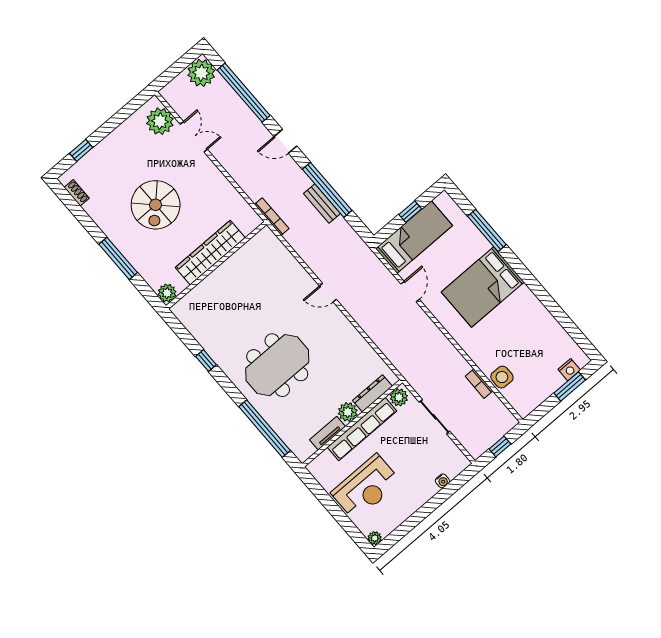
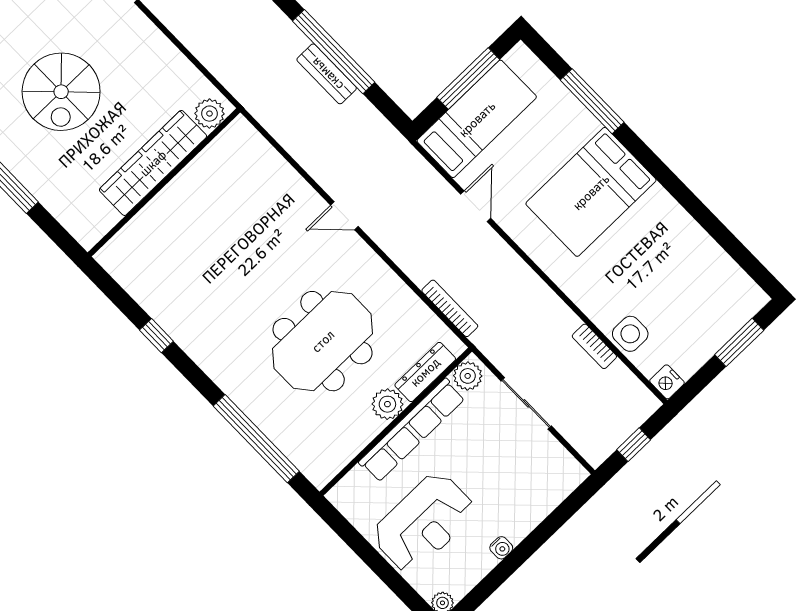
window: (410, 212) -> (468, 79), width x2.17
bookcase: (272, 217) -> (450, 308), moved
plant: (167, 293) -> (210, 114), moved
meeting table: (277, 365) -> (323, 341), moved
nightstand: (569, 370) -> (667, 382), moved, turned 90
tv unit: (327, 433) -> (357, 440), removed
water cooler: (442, 481) -> (501, 548), moved

